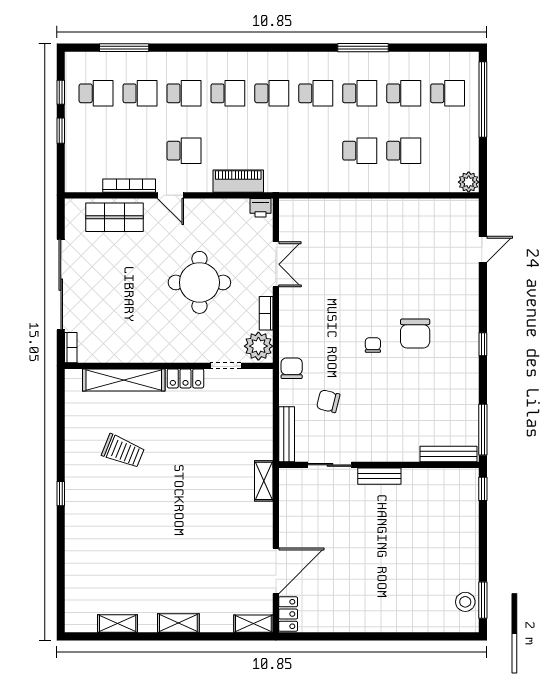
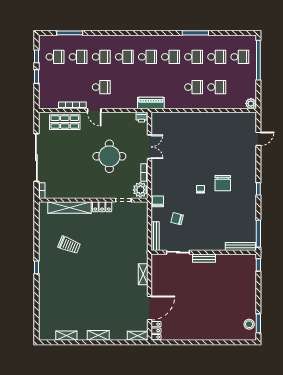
piano: (238, 181) -> (151, 103), moved
shelving: (264, 481) -> (143, 274), moved

